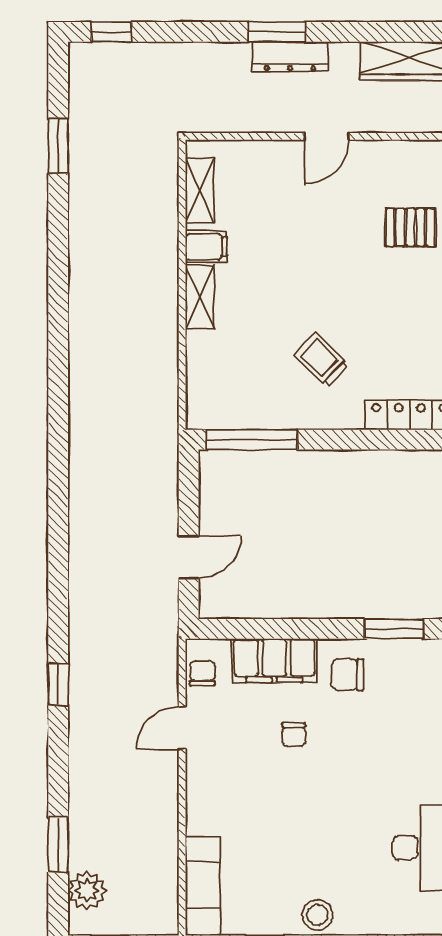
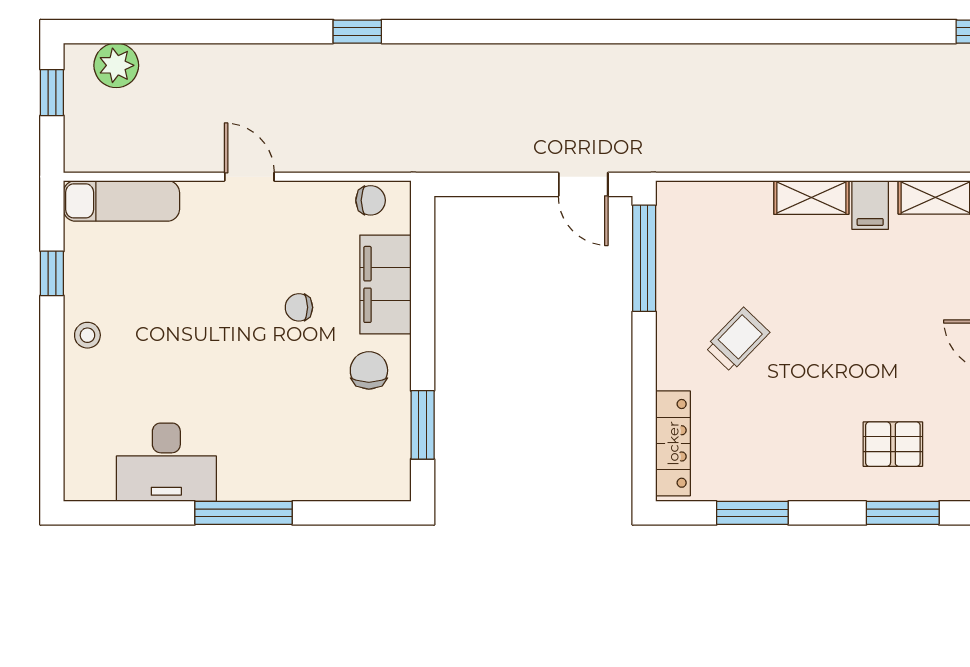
pallet: (410, 227) -> (893, 444), turned 90
door: (189, 557) -> (583, 184), moved
door: (182, 728) -> (249, 177), moved
window: (58, 845) -> (170, 32), removed
stool: (317, 915) -> (87, 335), width x0.73, depth x0.73

